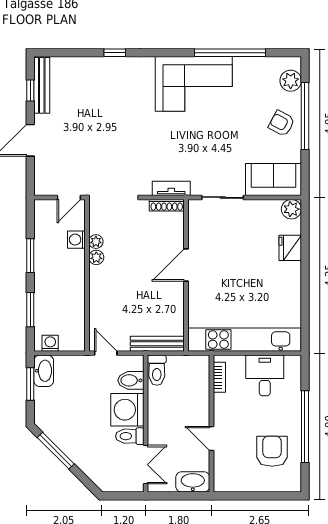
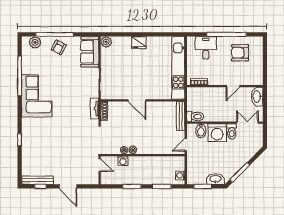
fridge: (290, 248) -> (139, 43), moved
washbasin: (44, 371) -> (215, 179), moved
desk: (265, 375) -> (206, 48), moved, turned 90

